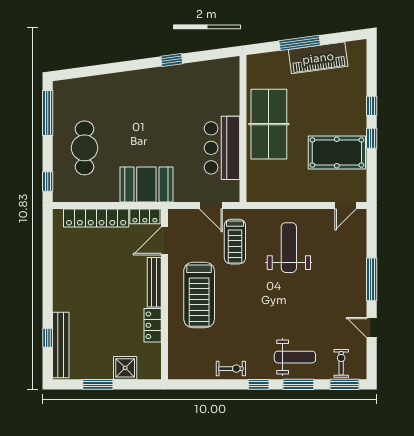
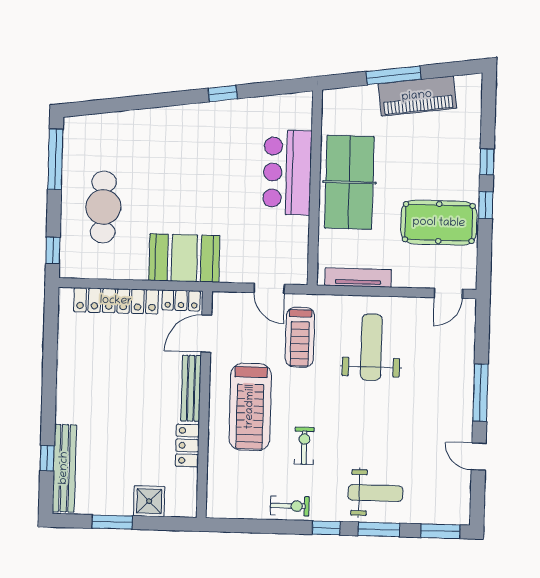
bar counter: (222, 148) -> (287, 172), moved
tv unit: (277, 195) -> (358, 277), added
exercise bike: (341, 363) -> (304, 446), moved

